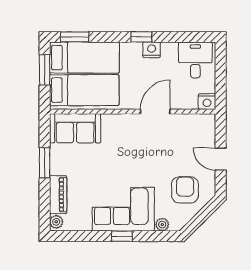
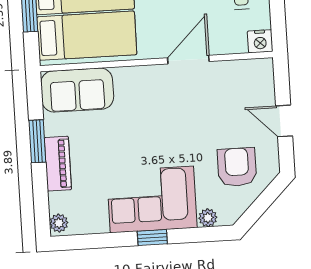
piano: (58, 195) -> (58, 164), moved

